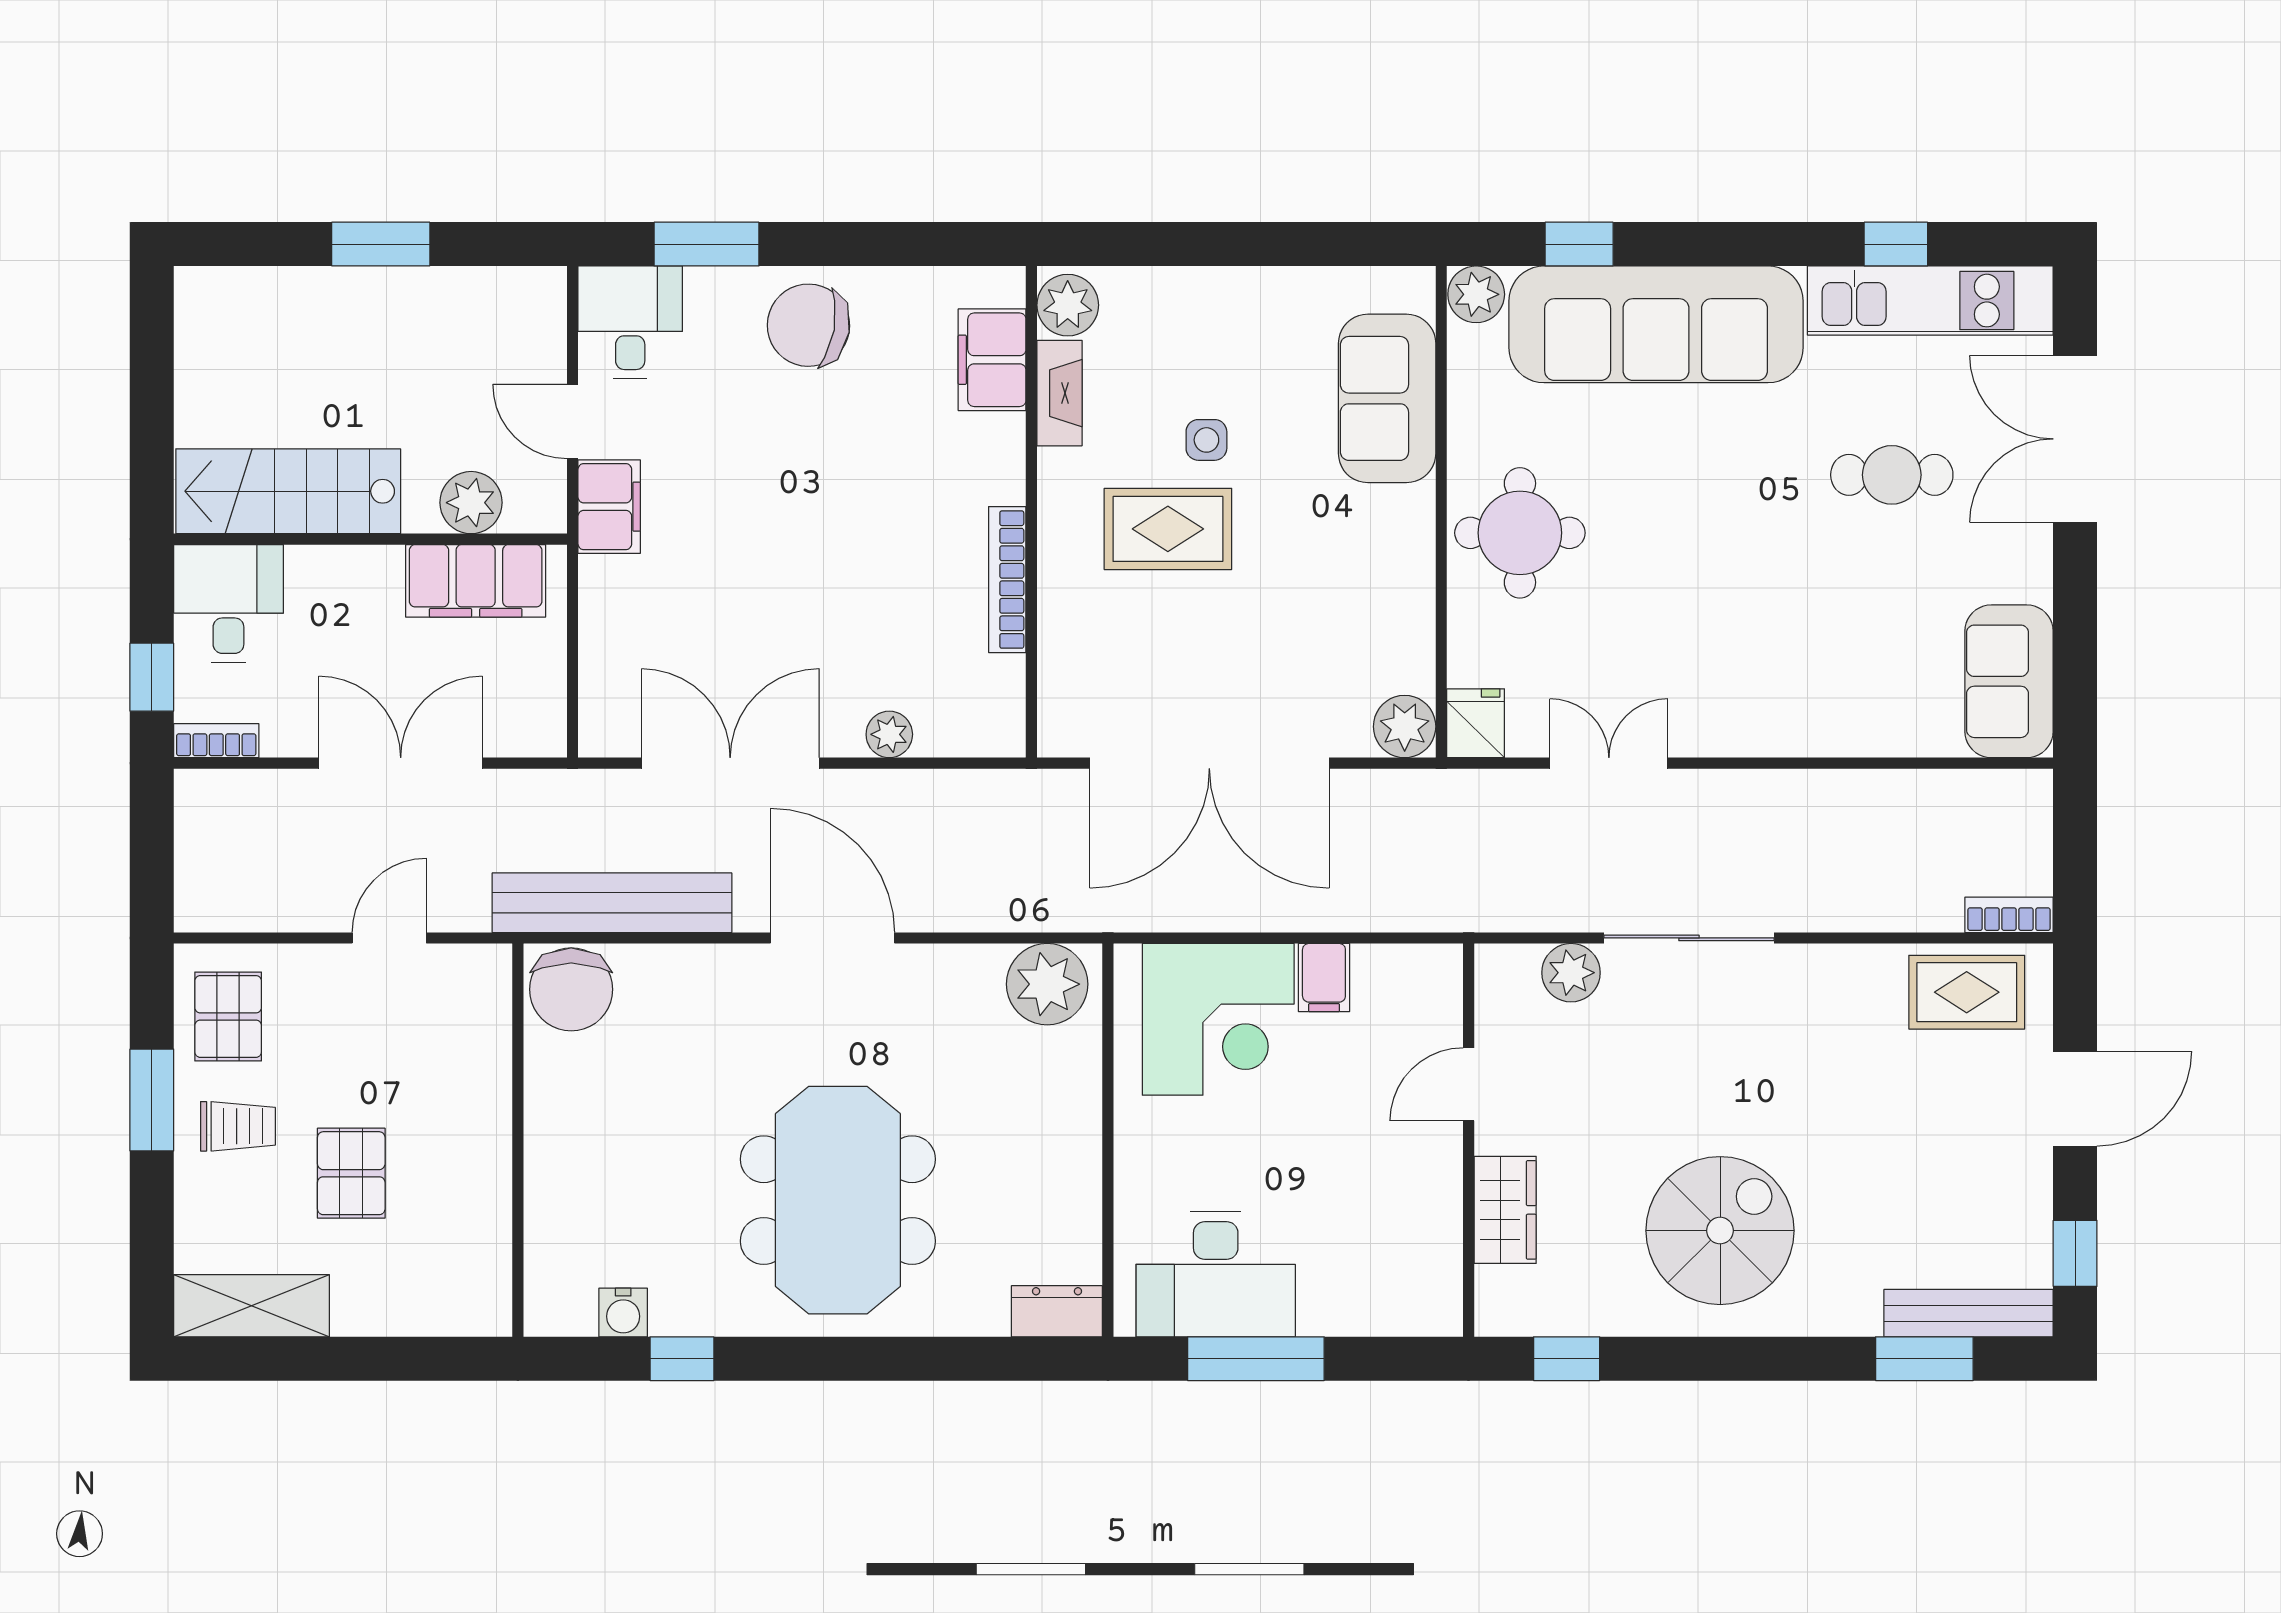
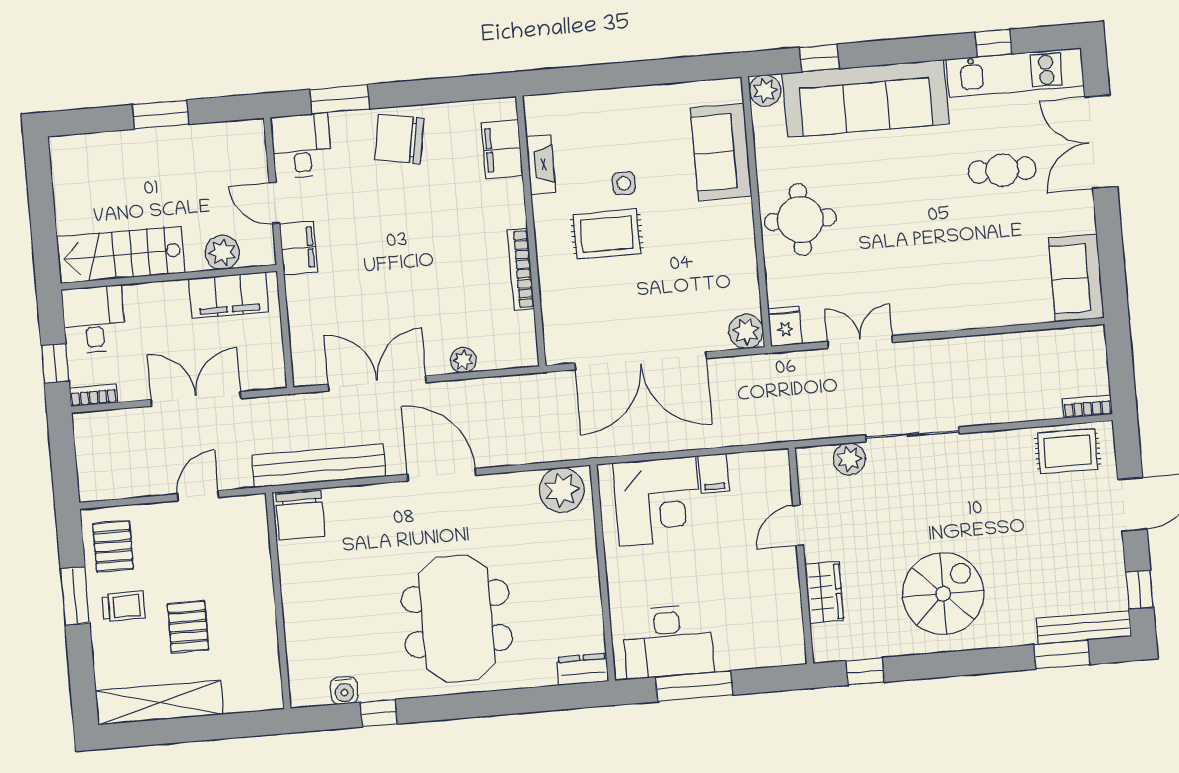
plant: (1068, 305) -> (541, 116), removed
shelving: (252, 1306) -> (159, 703), width x1.47

